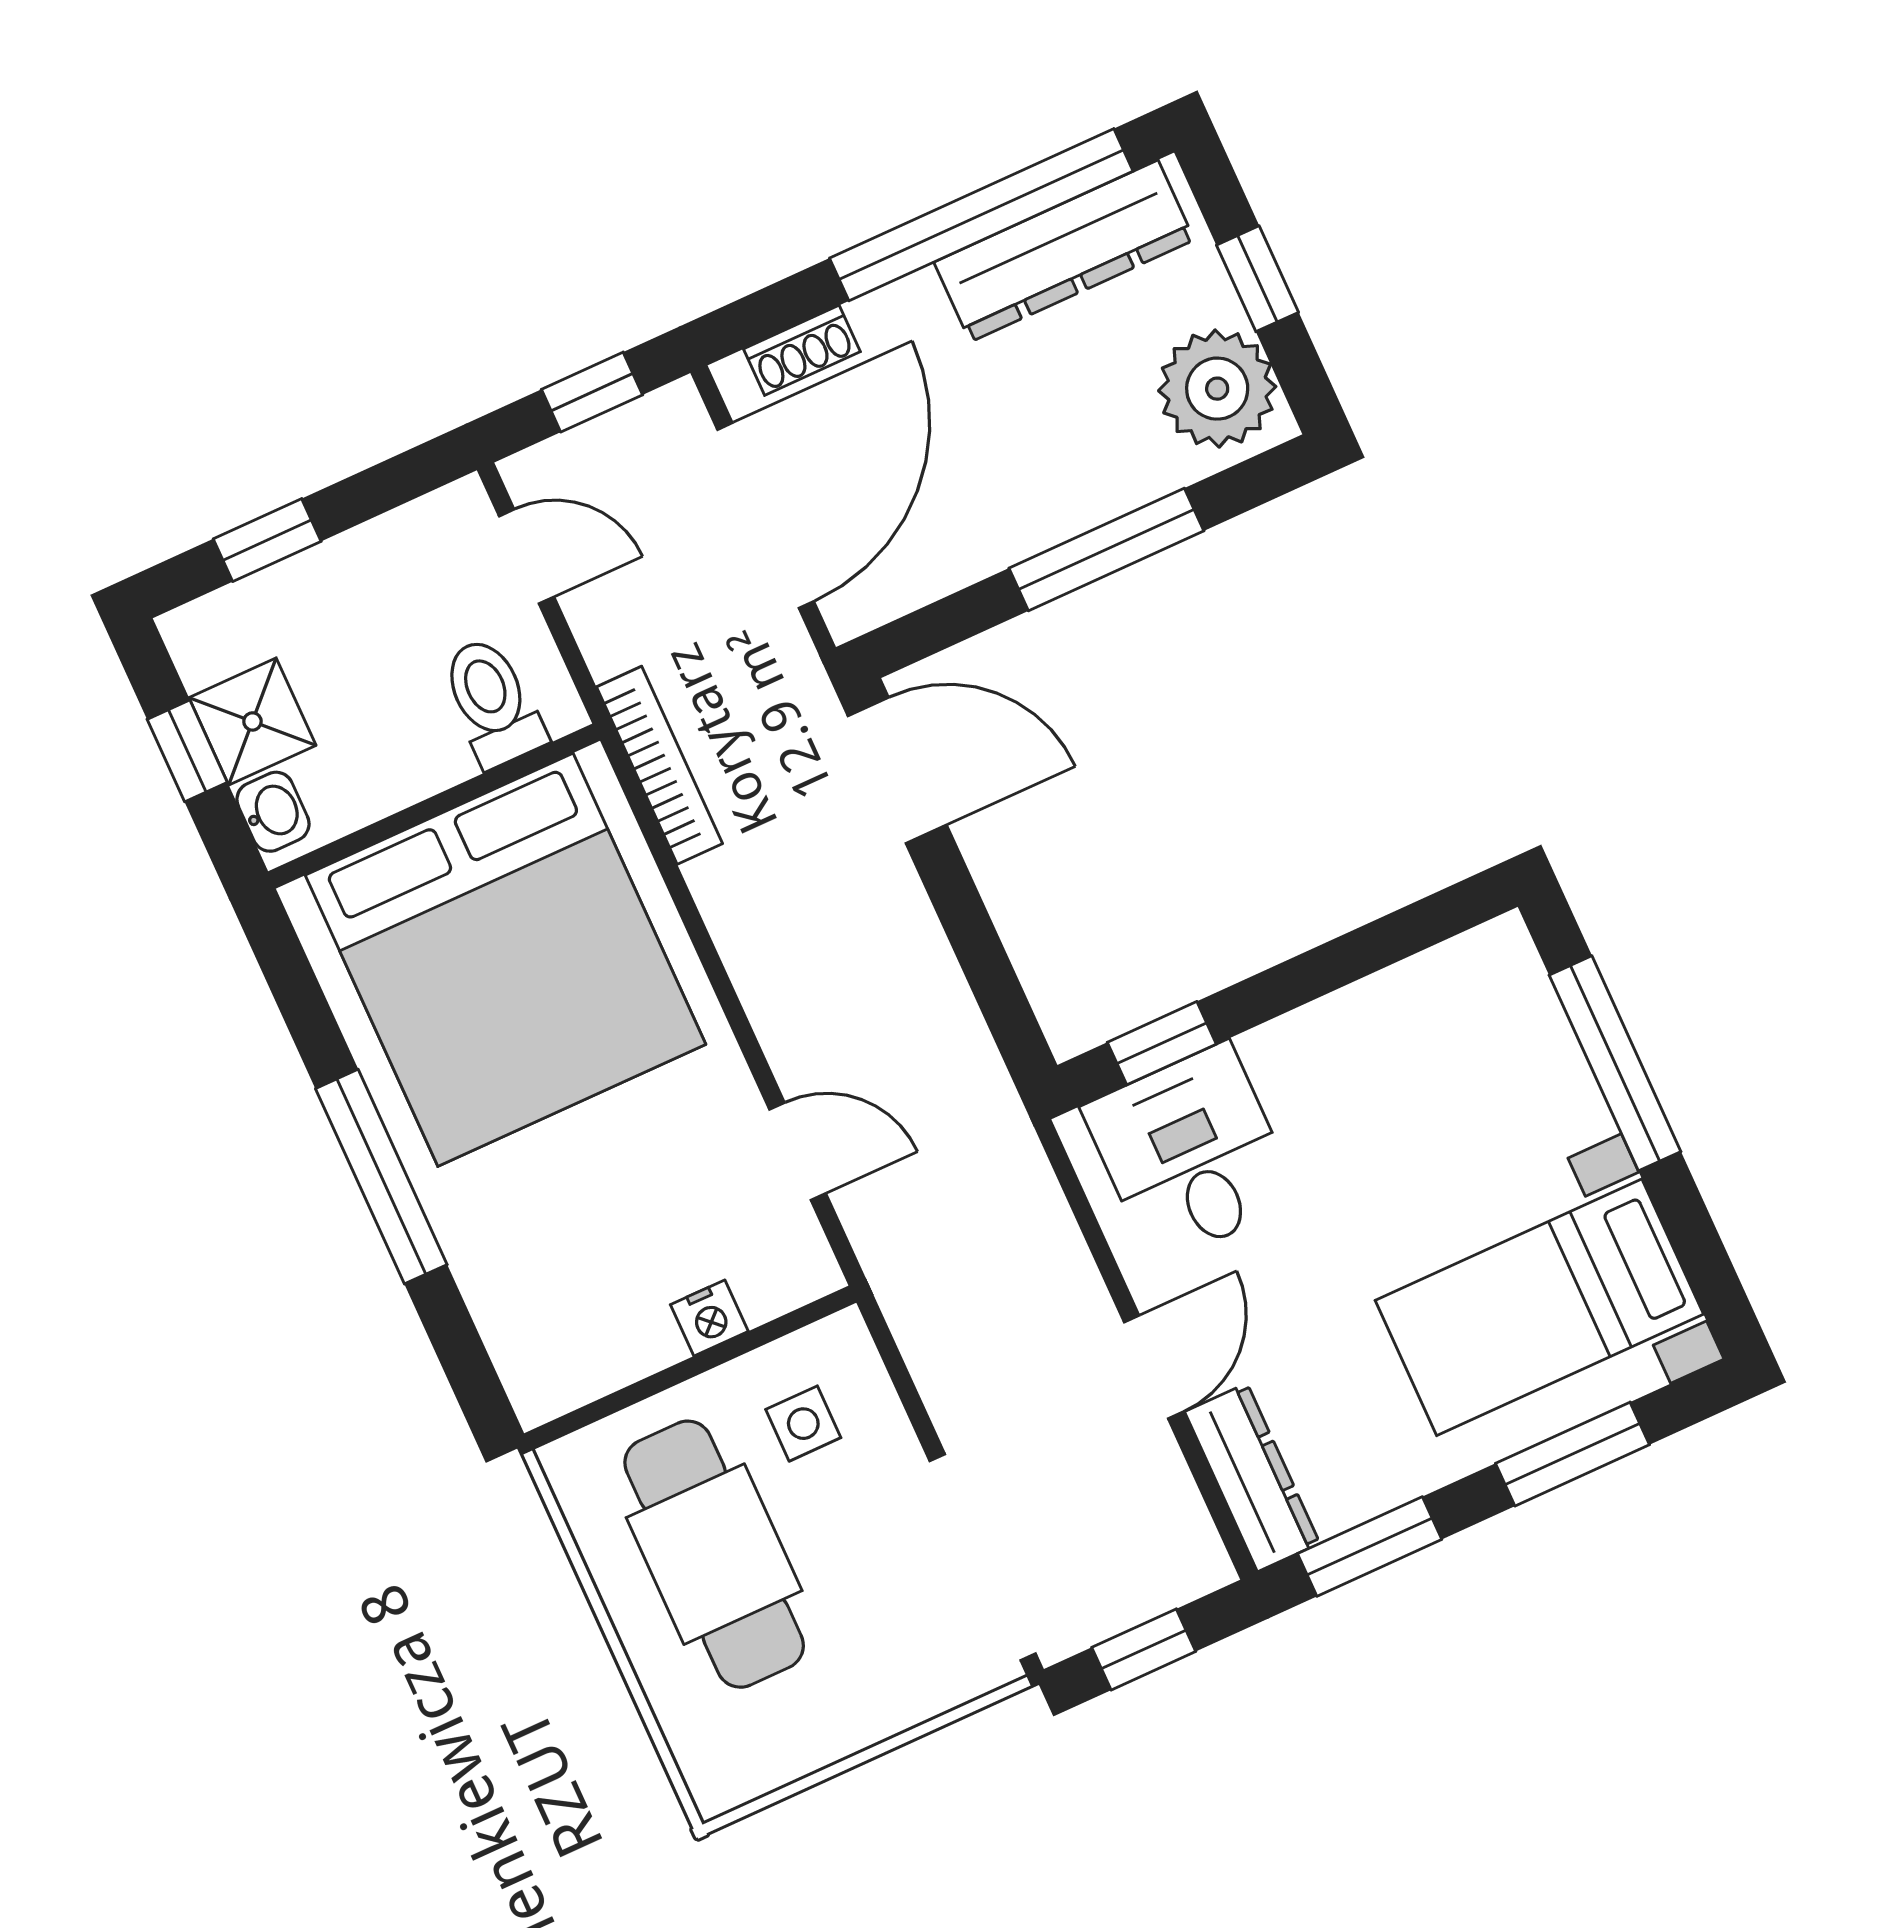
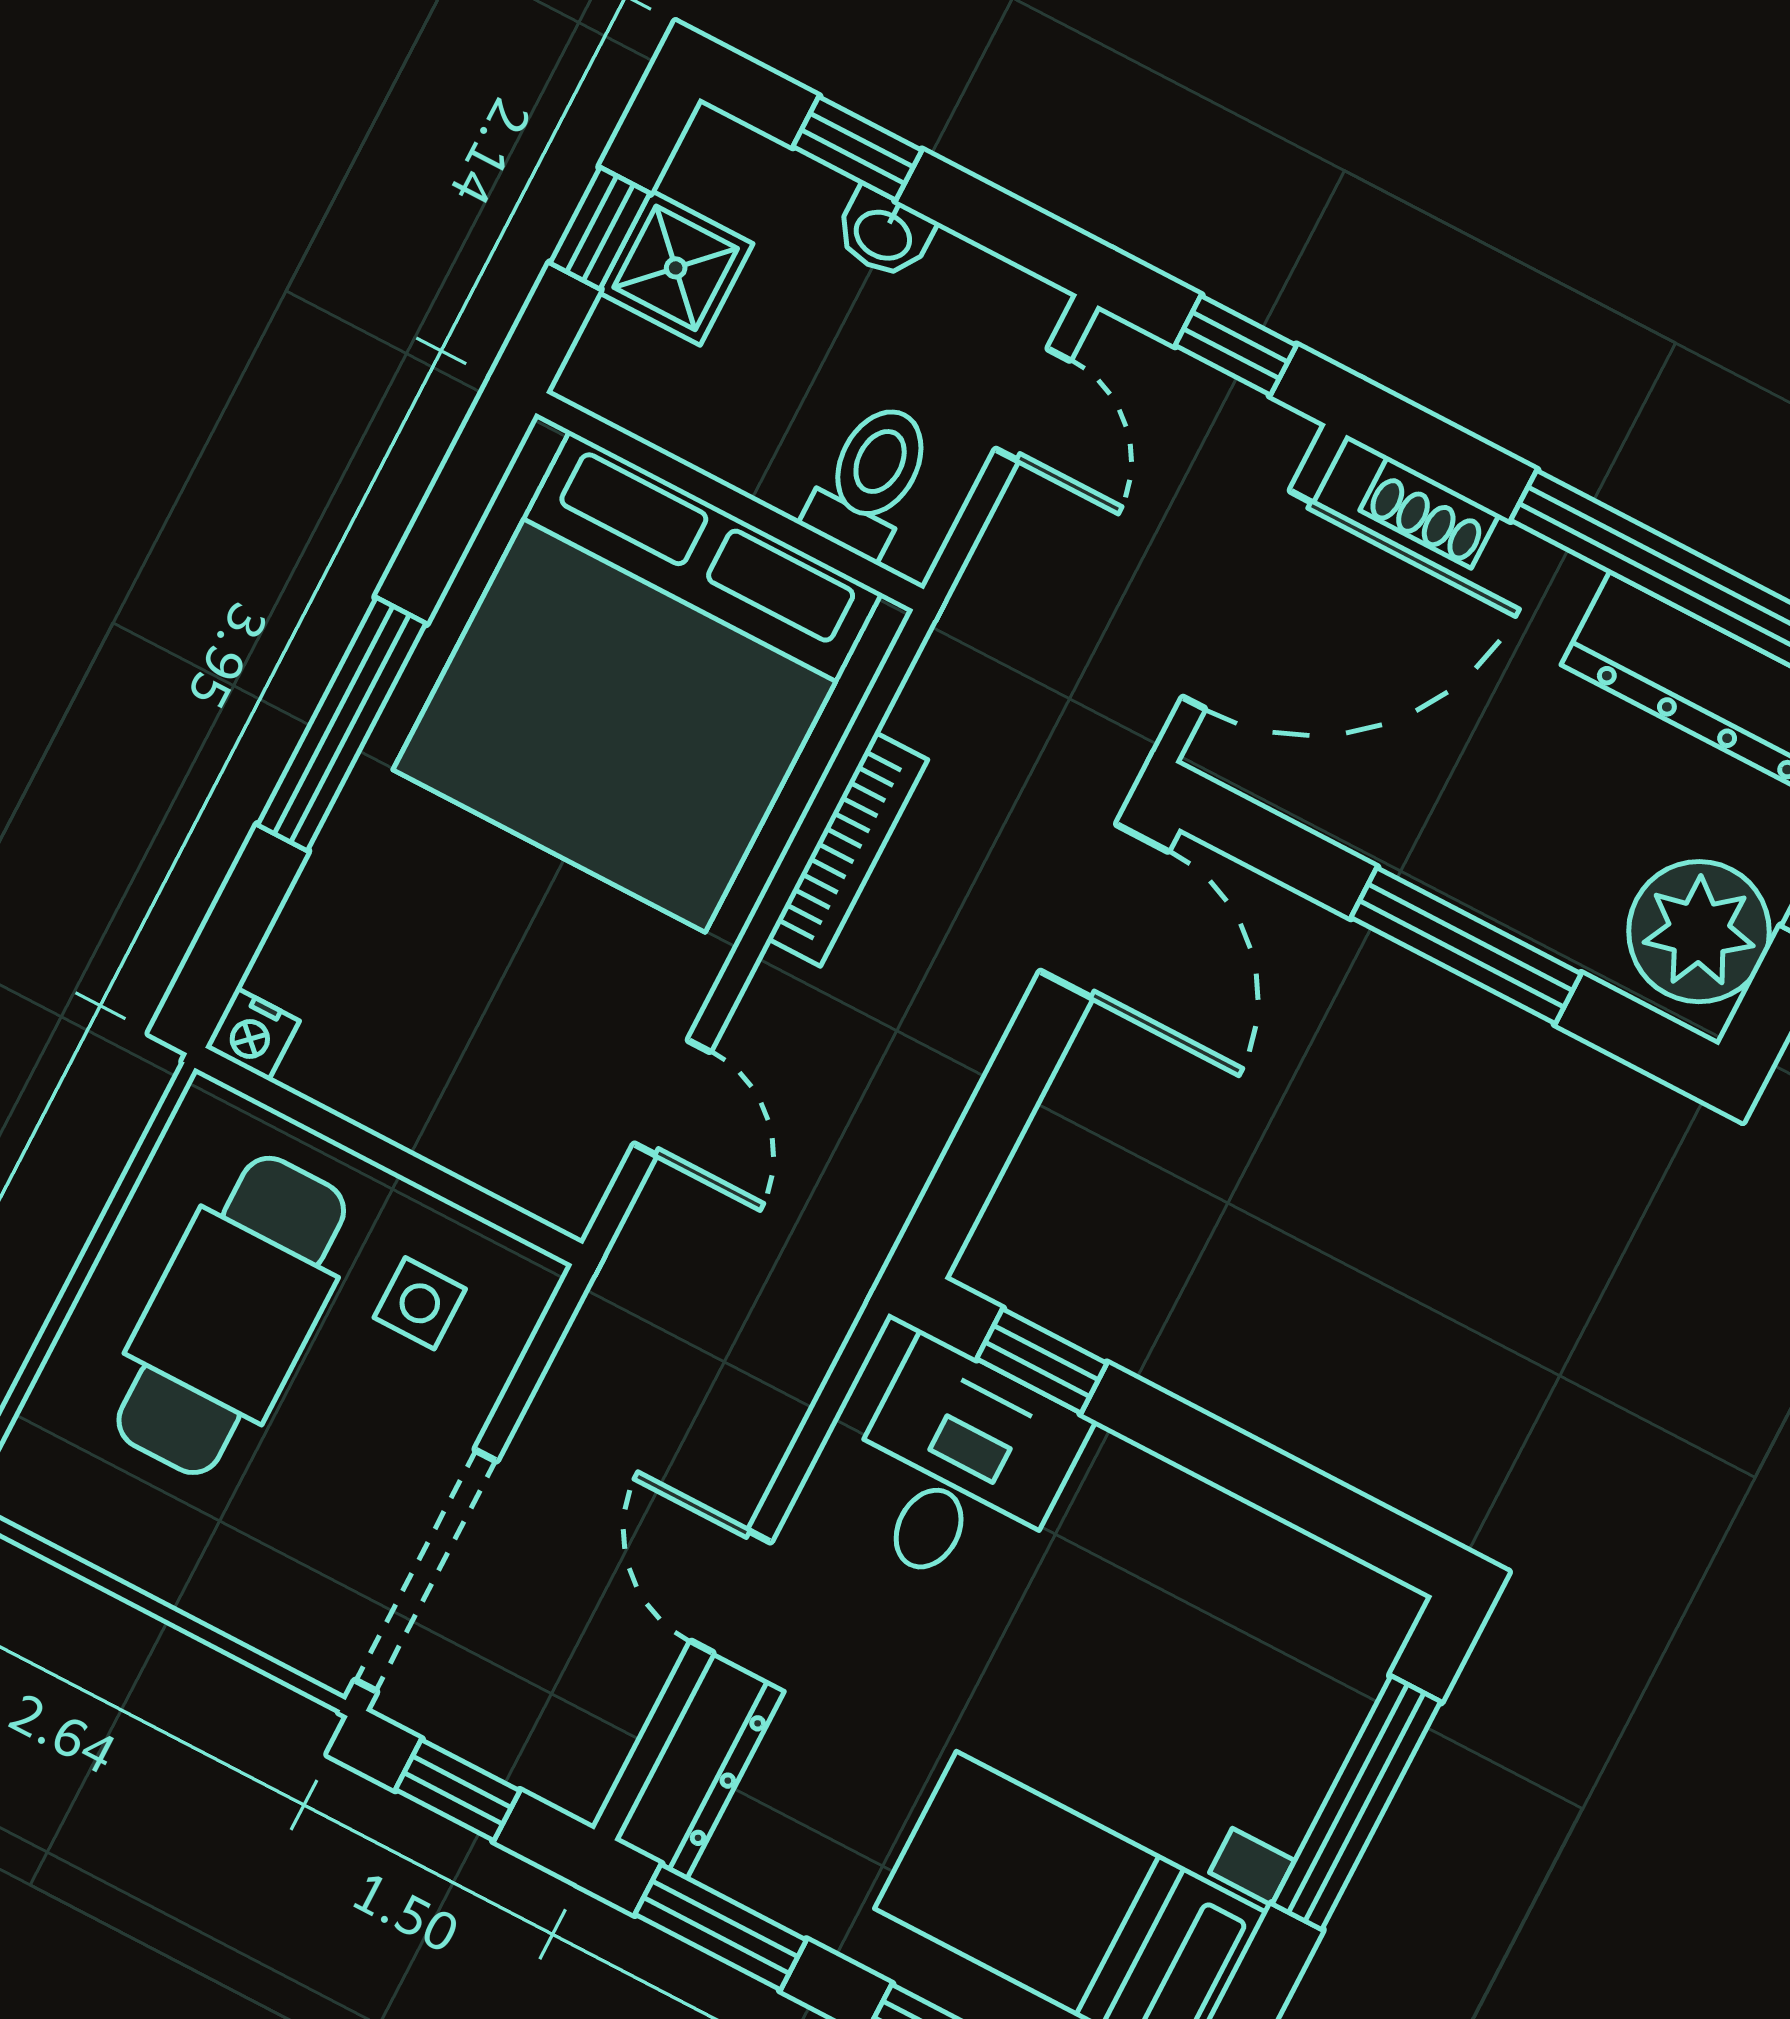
bookcase: (659, 765) -> (848, 849), moved
washbasin: (273, 812) -> (884, 233), moved, turned 90
nightstand: (709, 1318) -> (252, 1034), moved
door: (1154, 1367) -> (731, 1592), swing flipped

